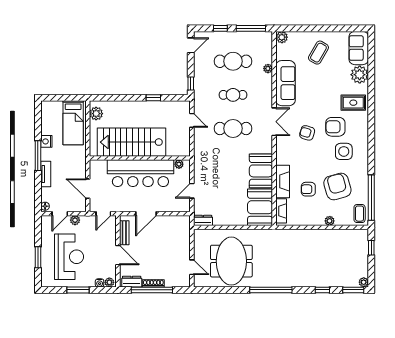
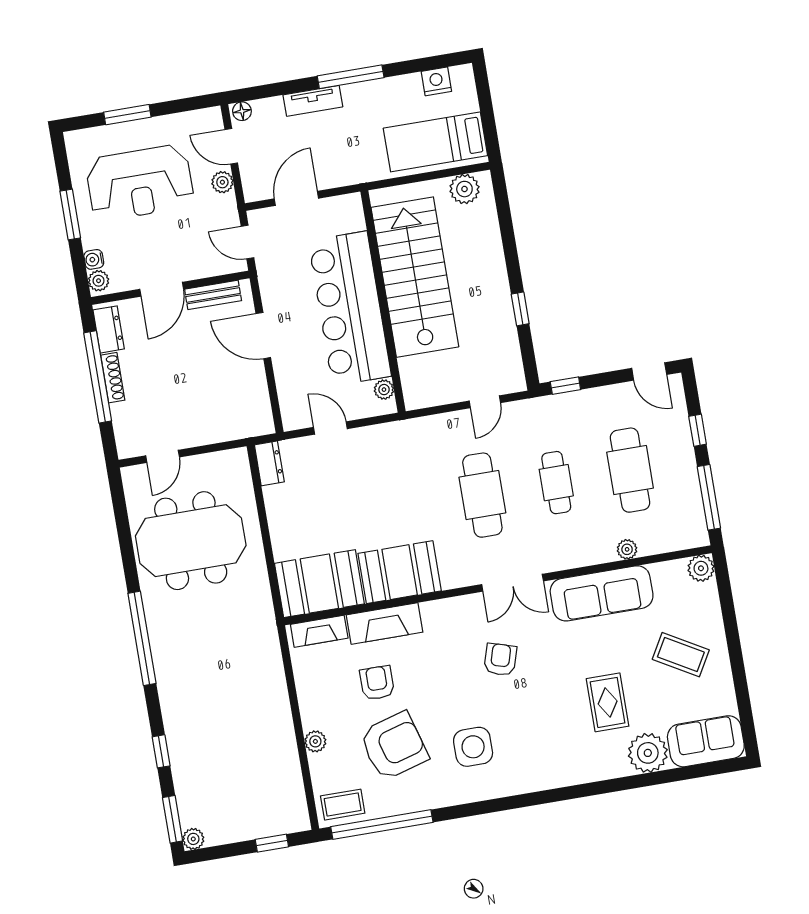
rug: (353, 103) -> (608, 702), moved
armchair: (335, 127) -> (524, 719), removed
nightstand: (46, 141) -> (436, 81), moved

